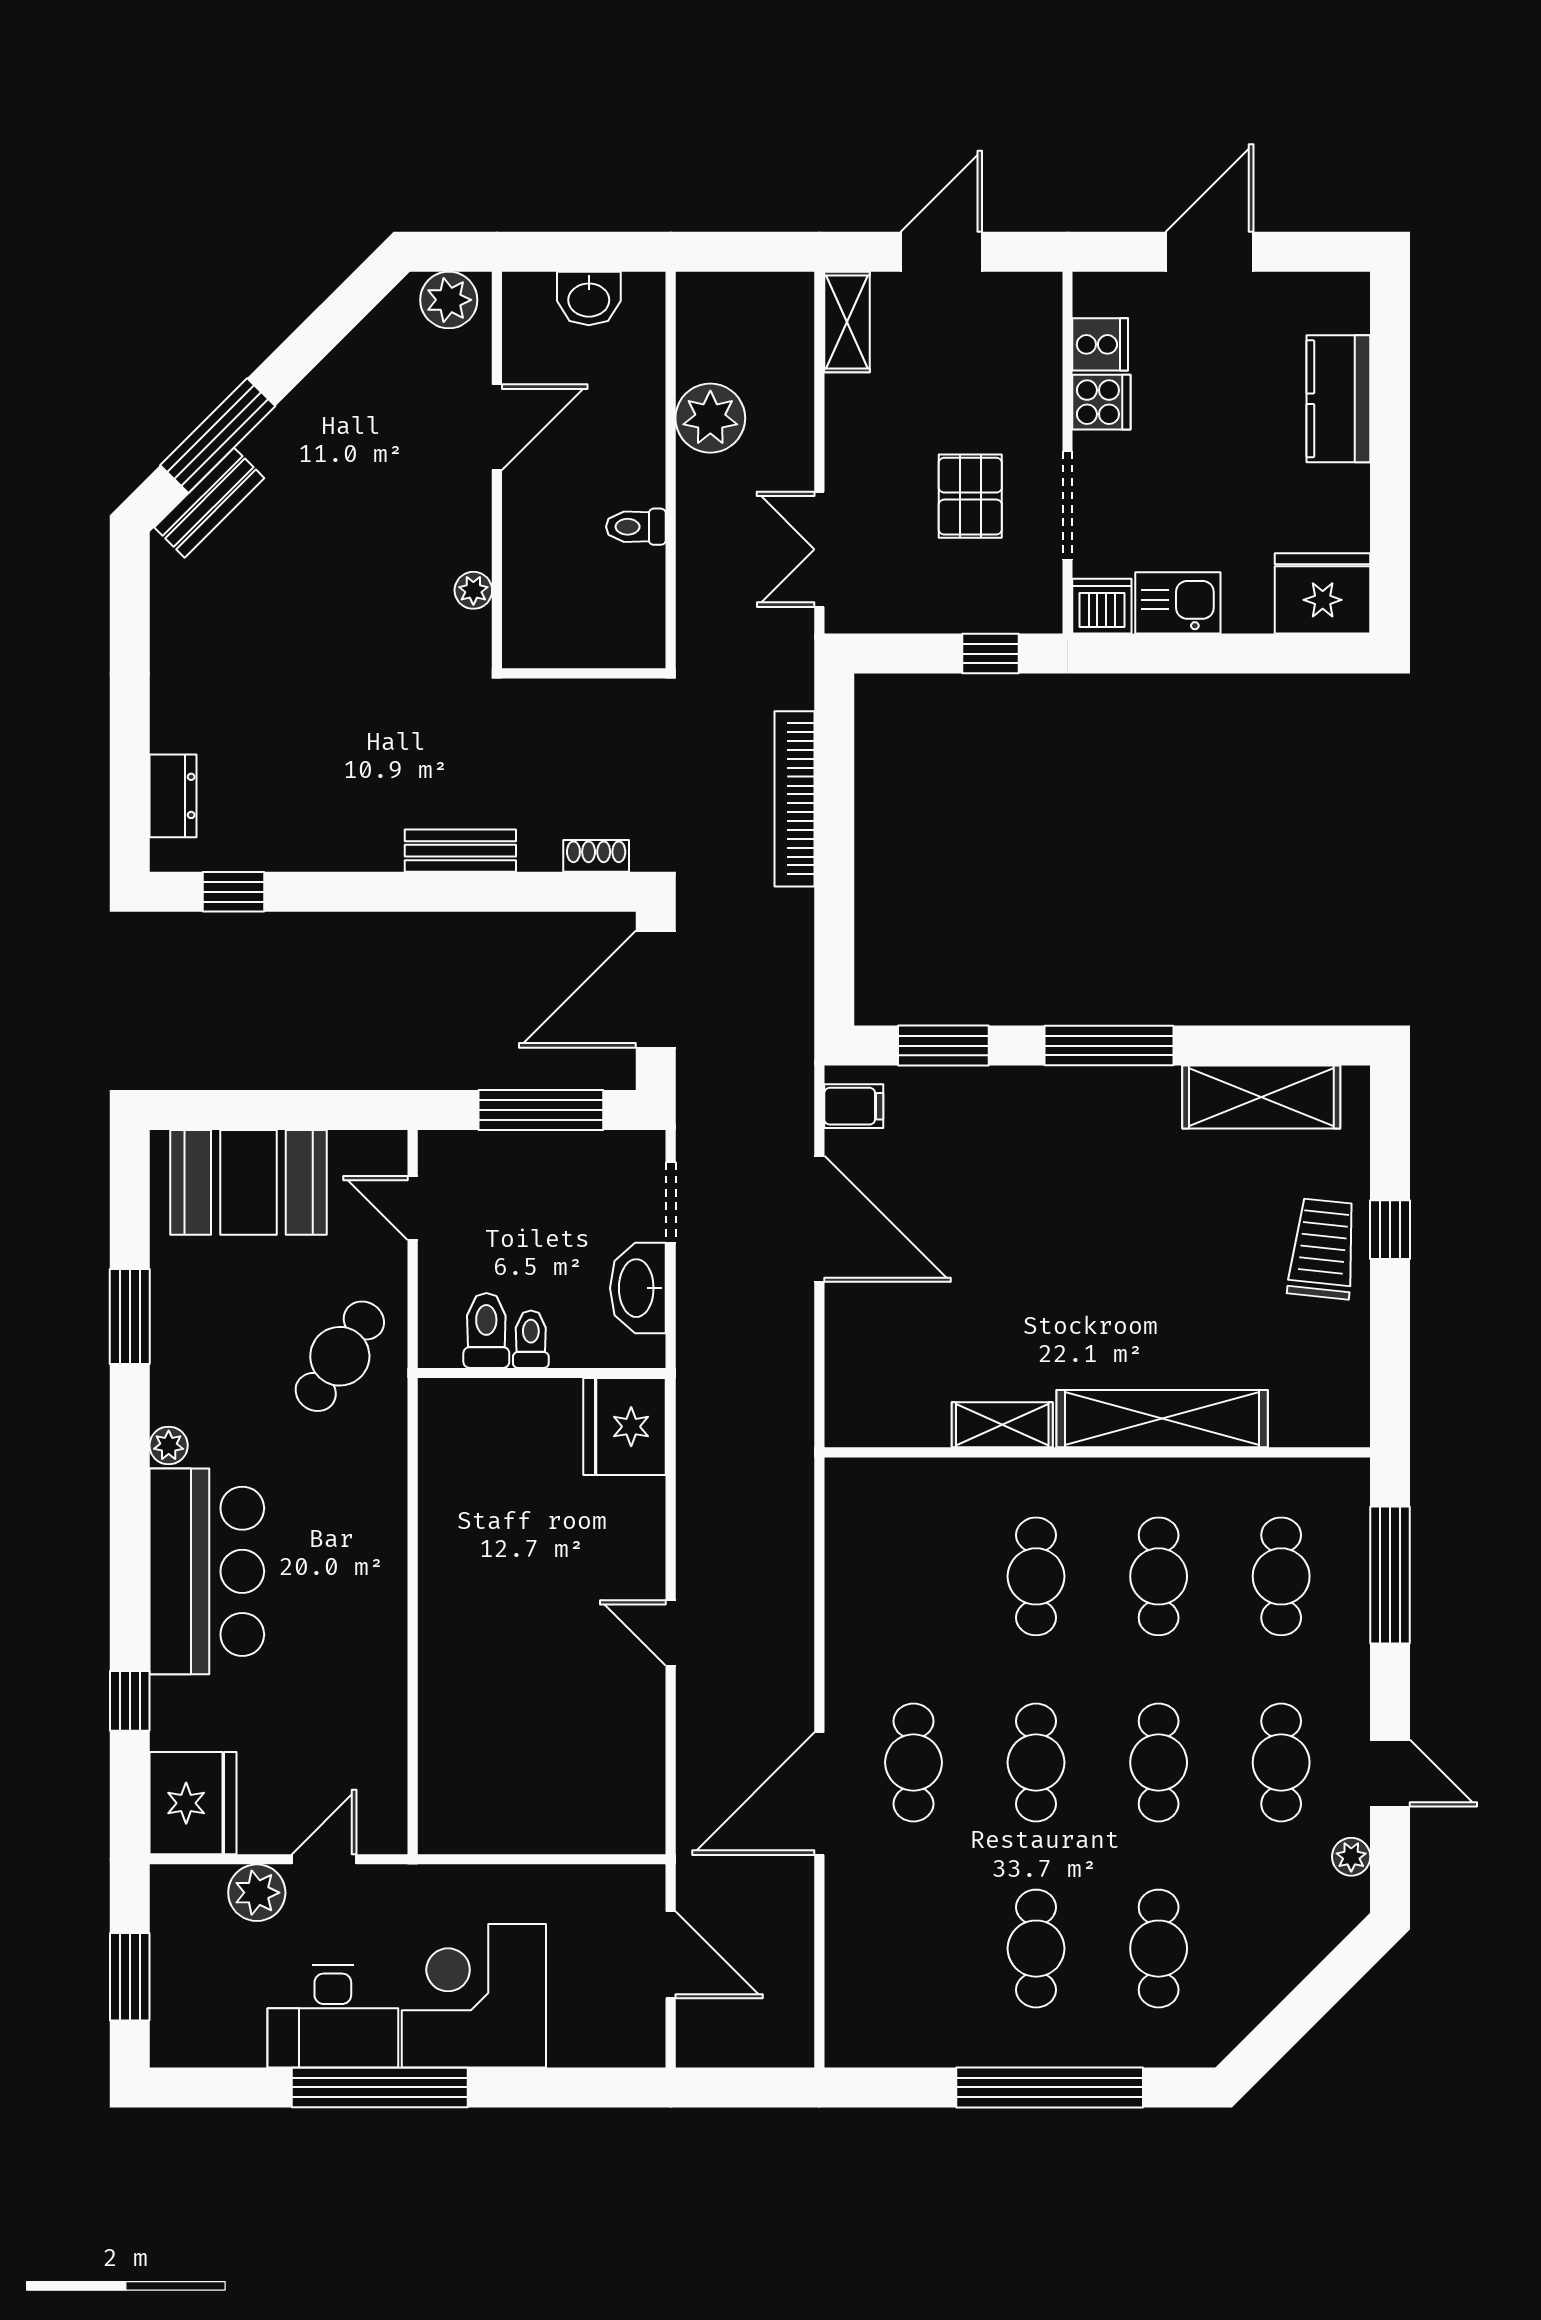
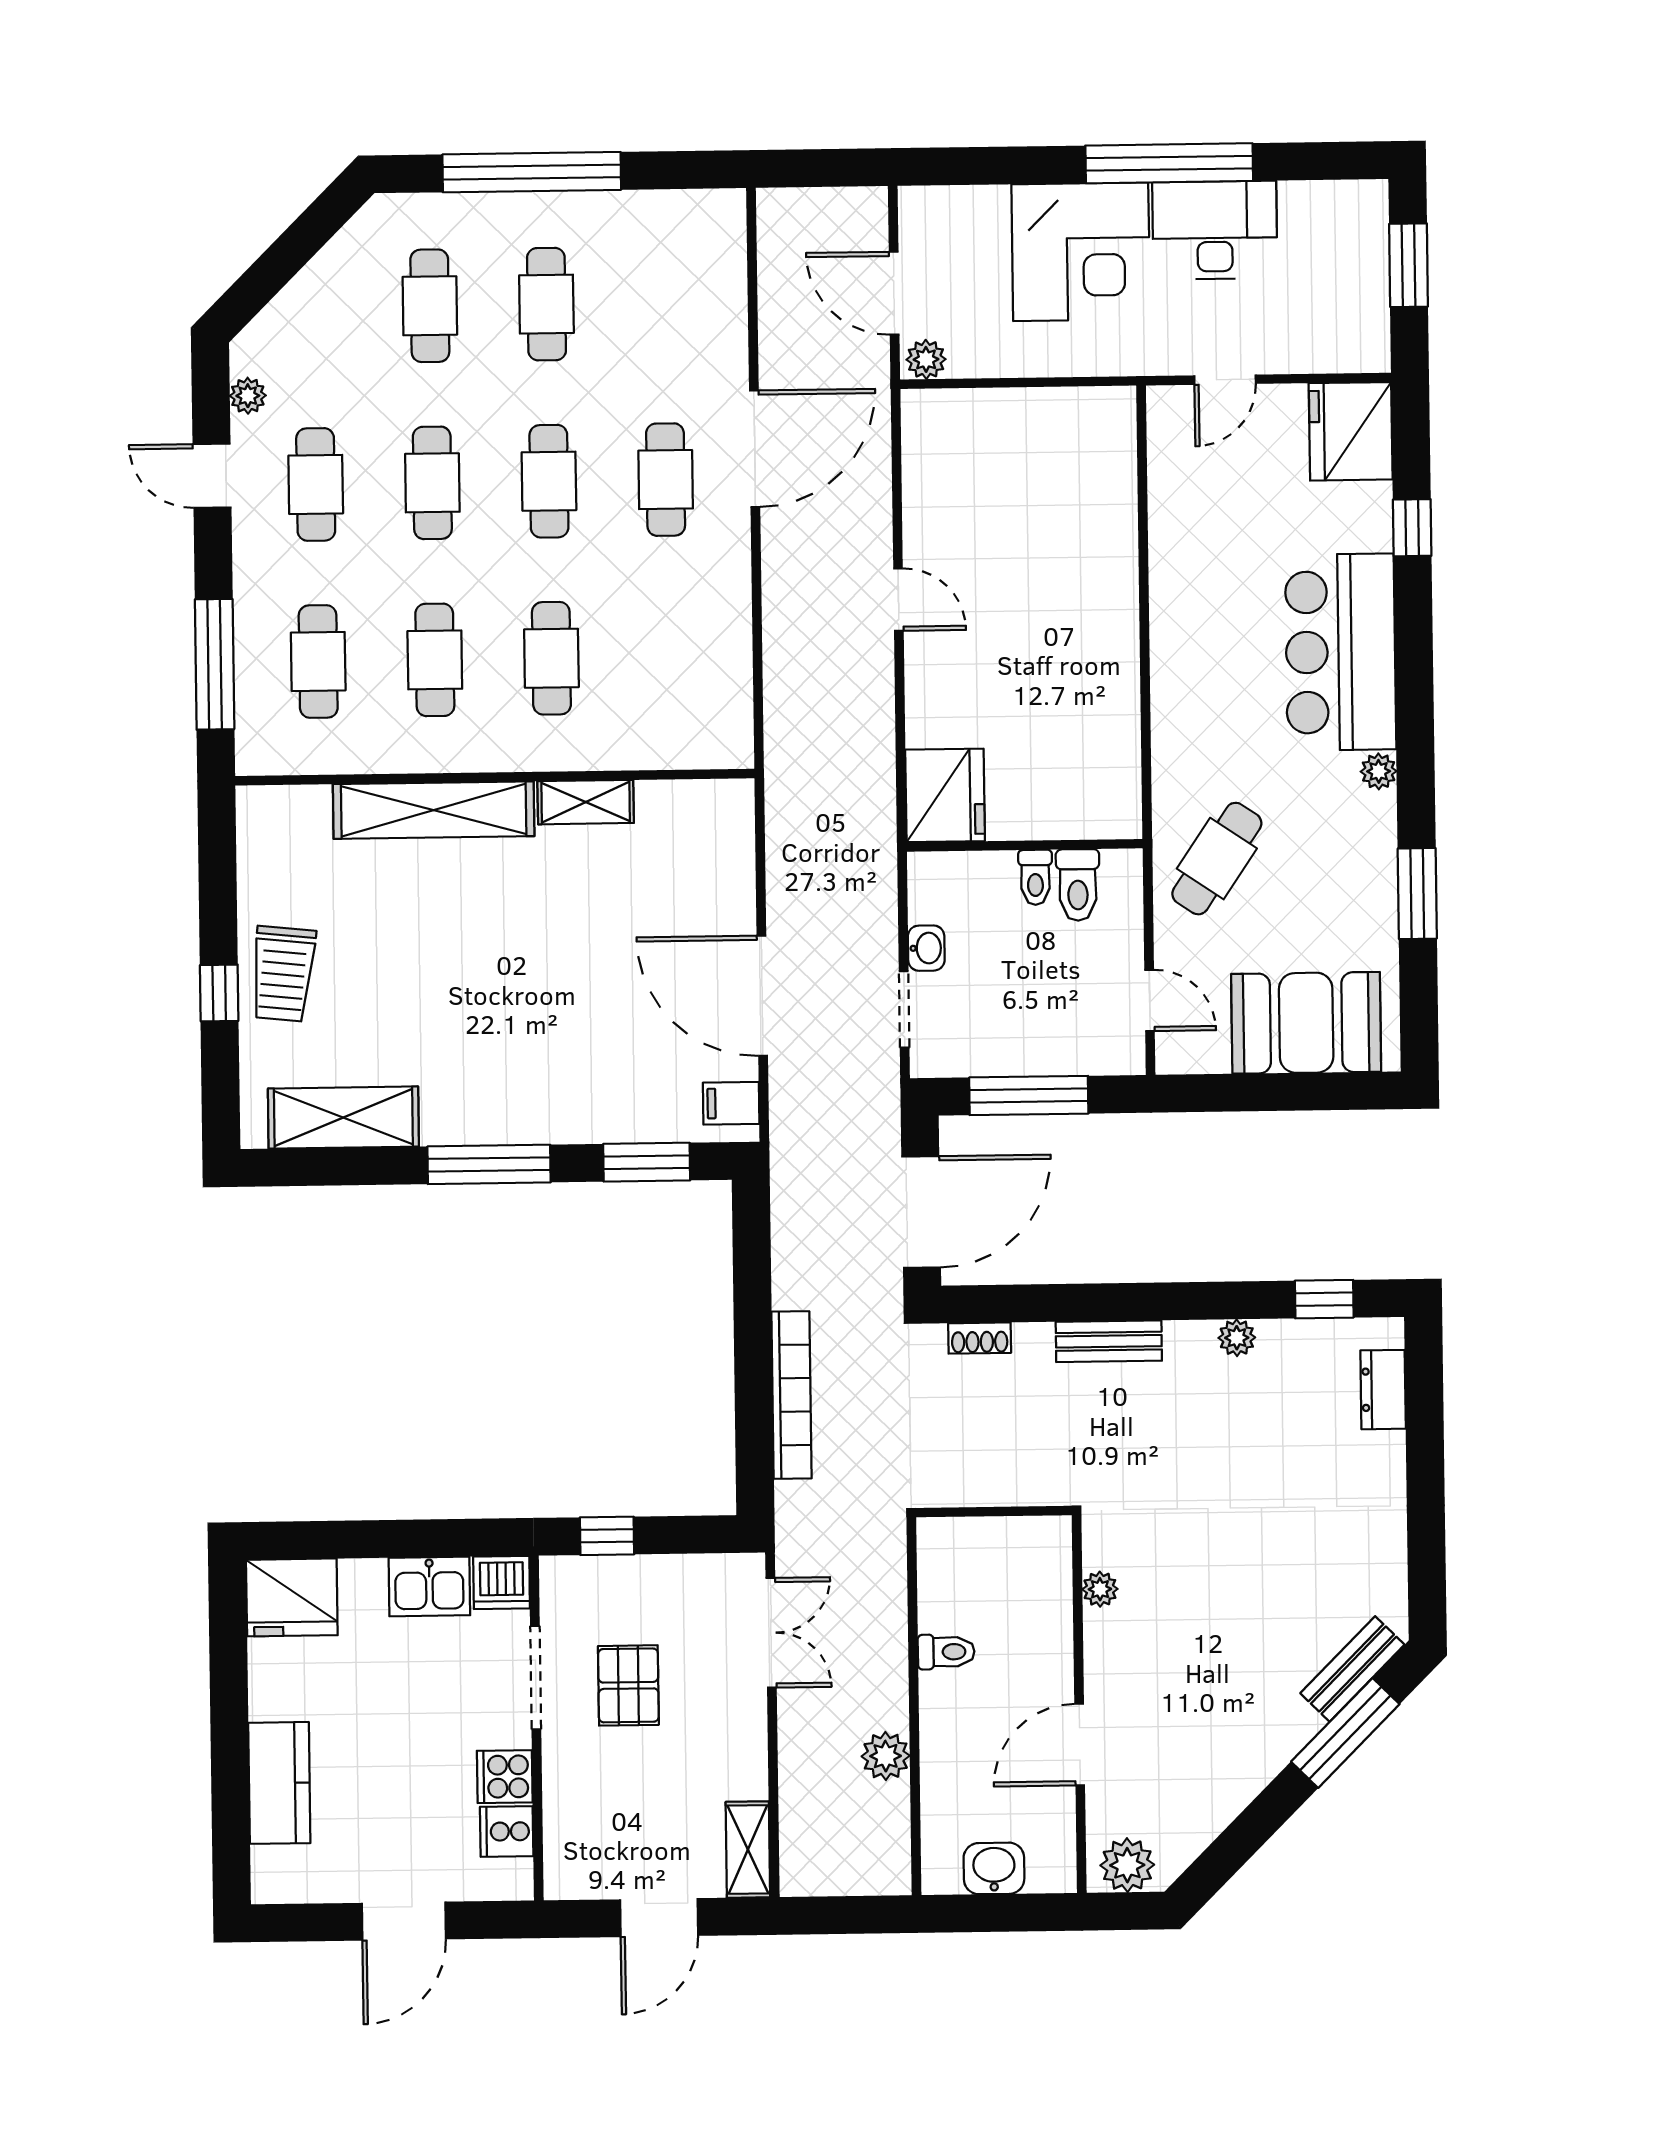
plant: (710, 418) -> (886, 1756), width x0.73, depth x0.73
plant: (326, 852) -> (1237, 1338), added
washbasin: (638, 1288) -> (926, 948), width x0.52, depth x0.69
plant: (257, 1893) -> (926, 359), moved, width x0.73, depth x0.73

